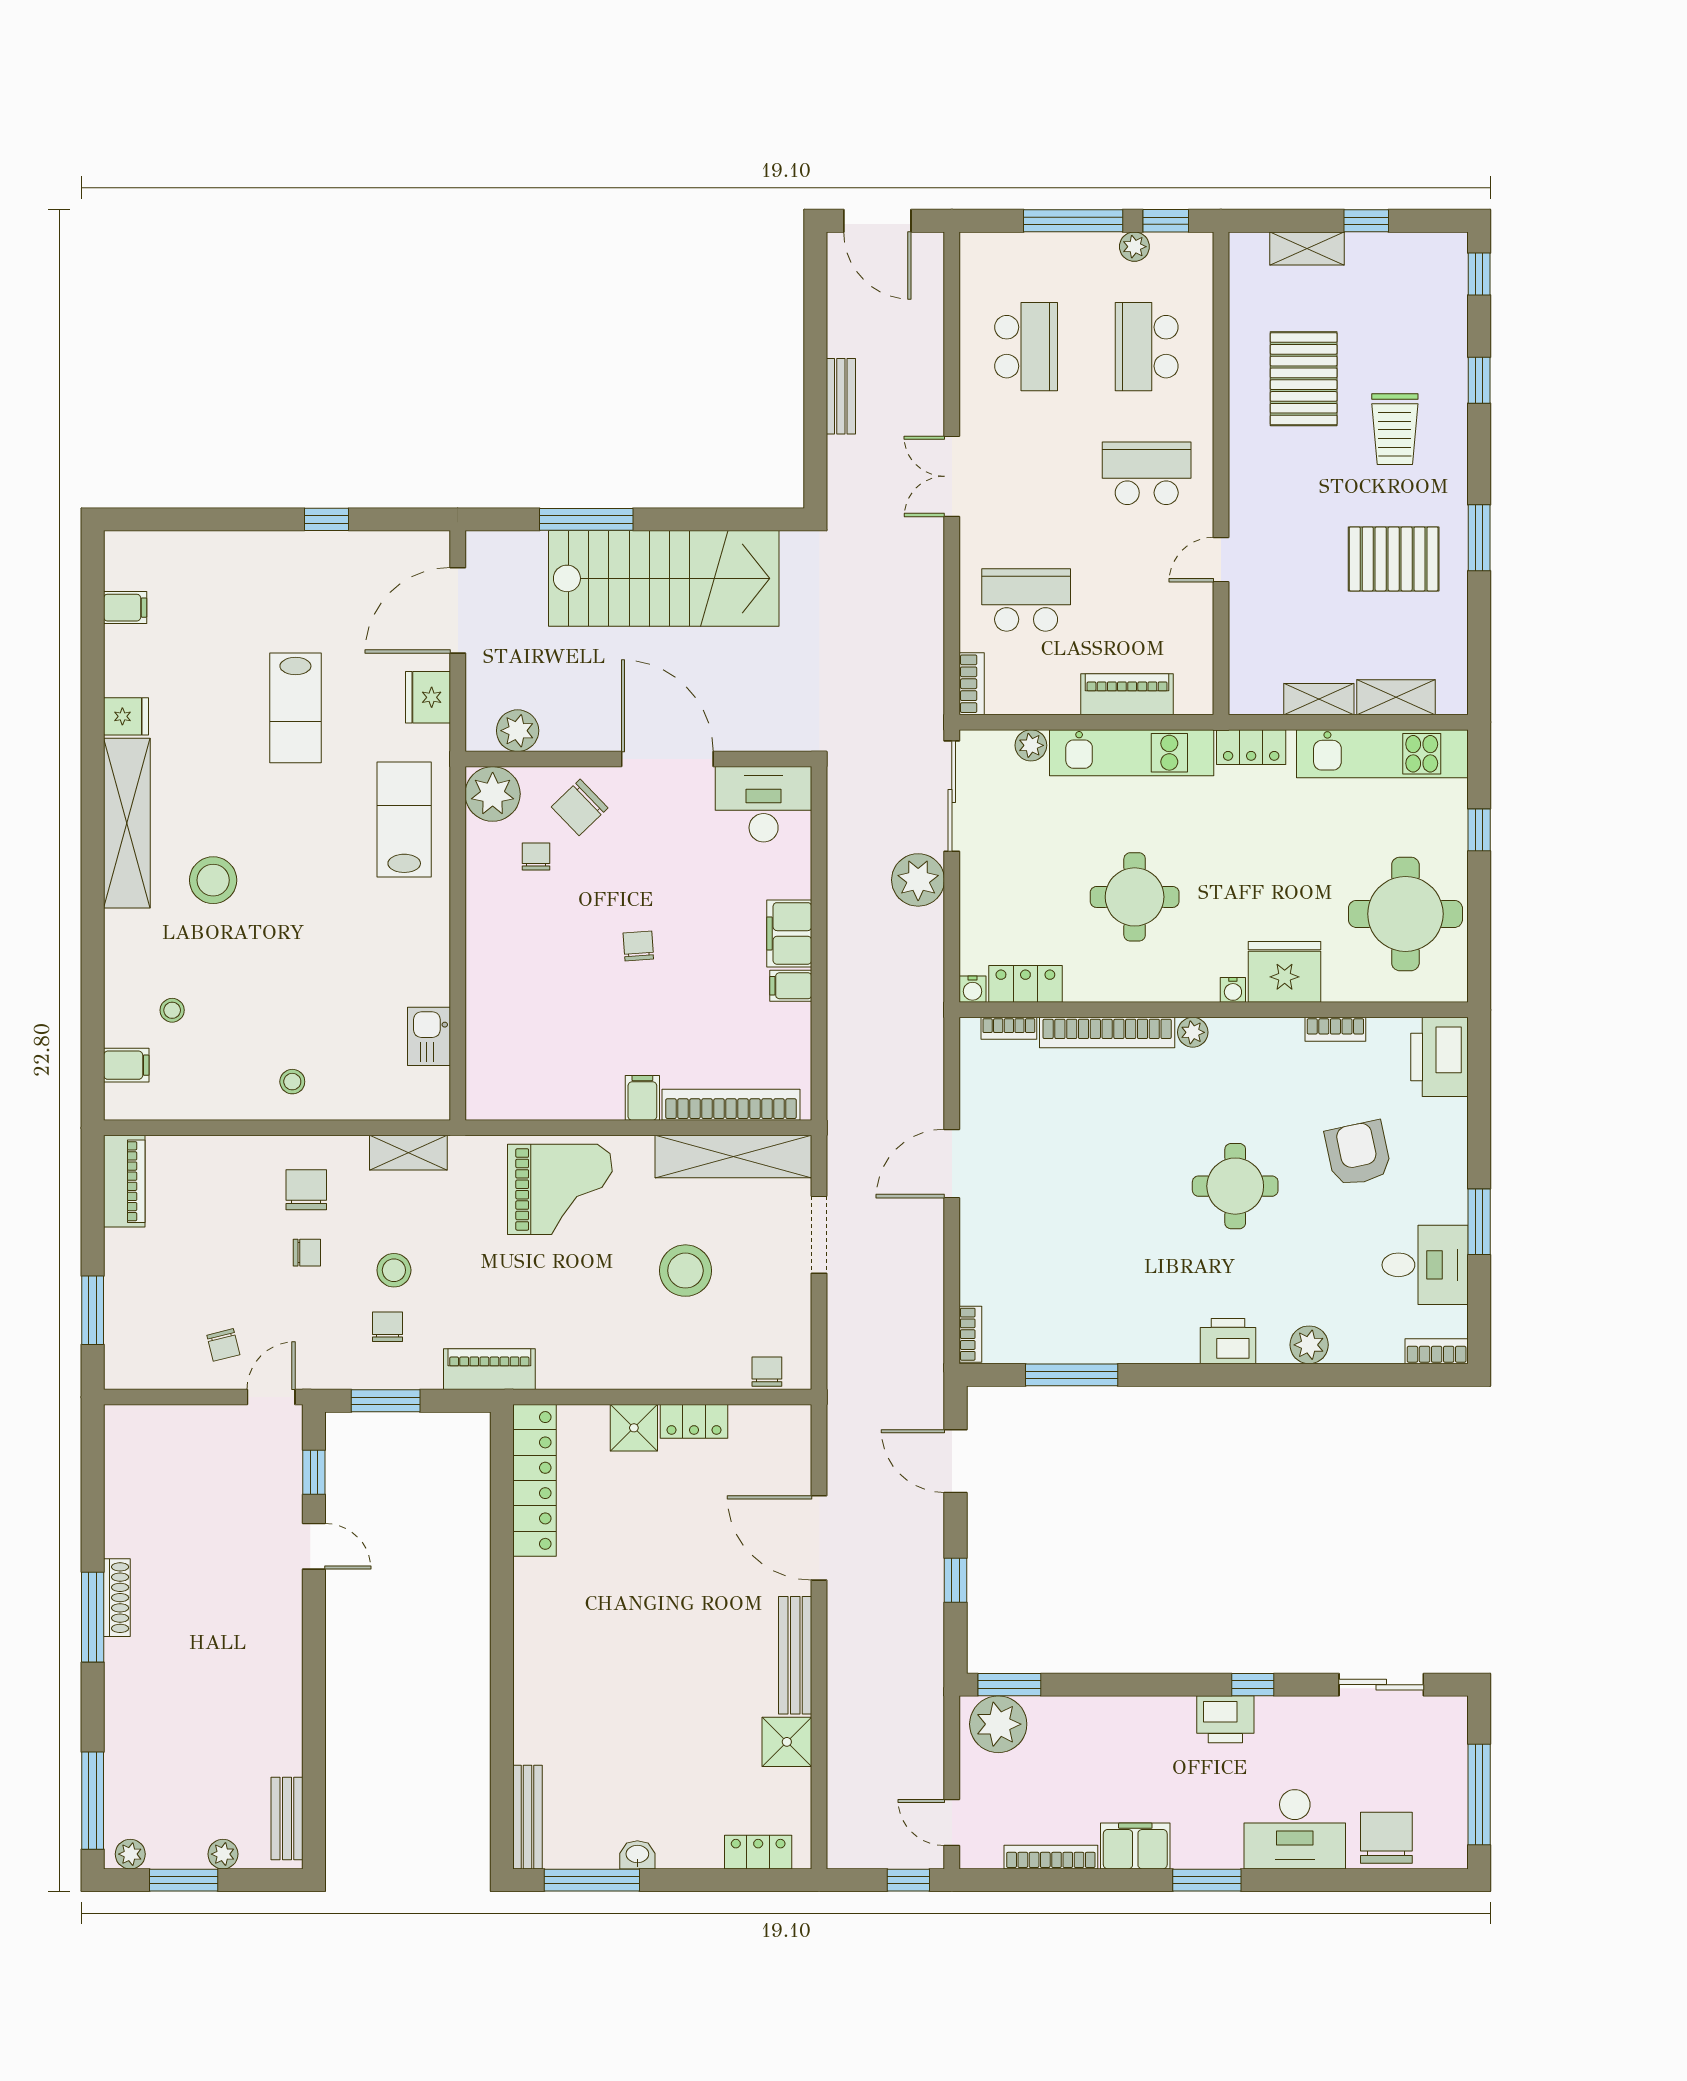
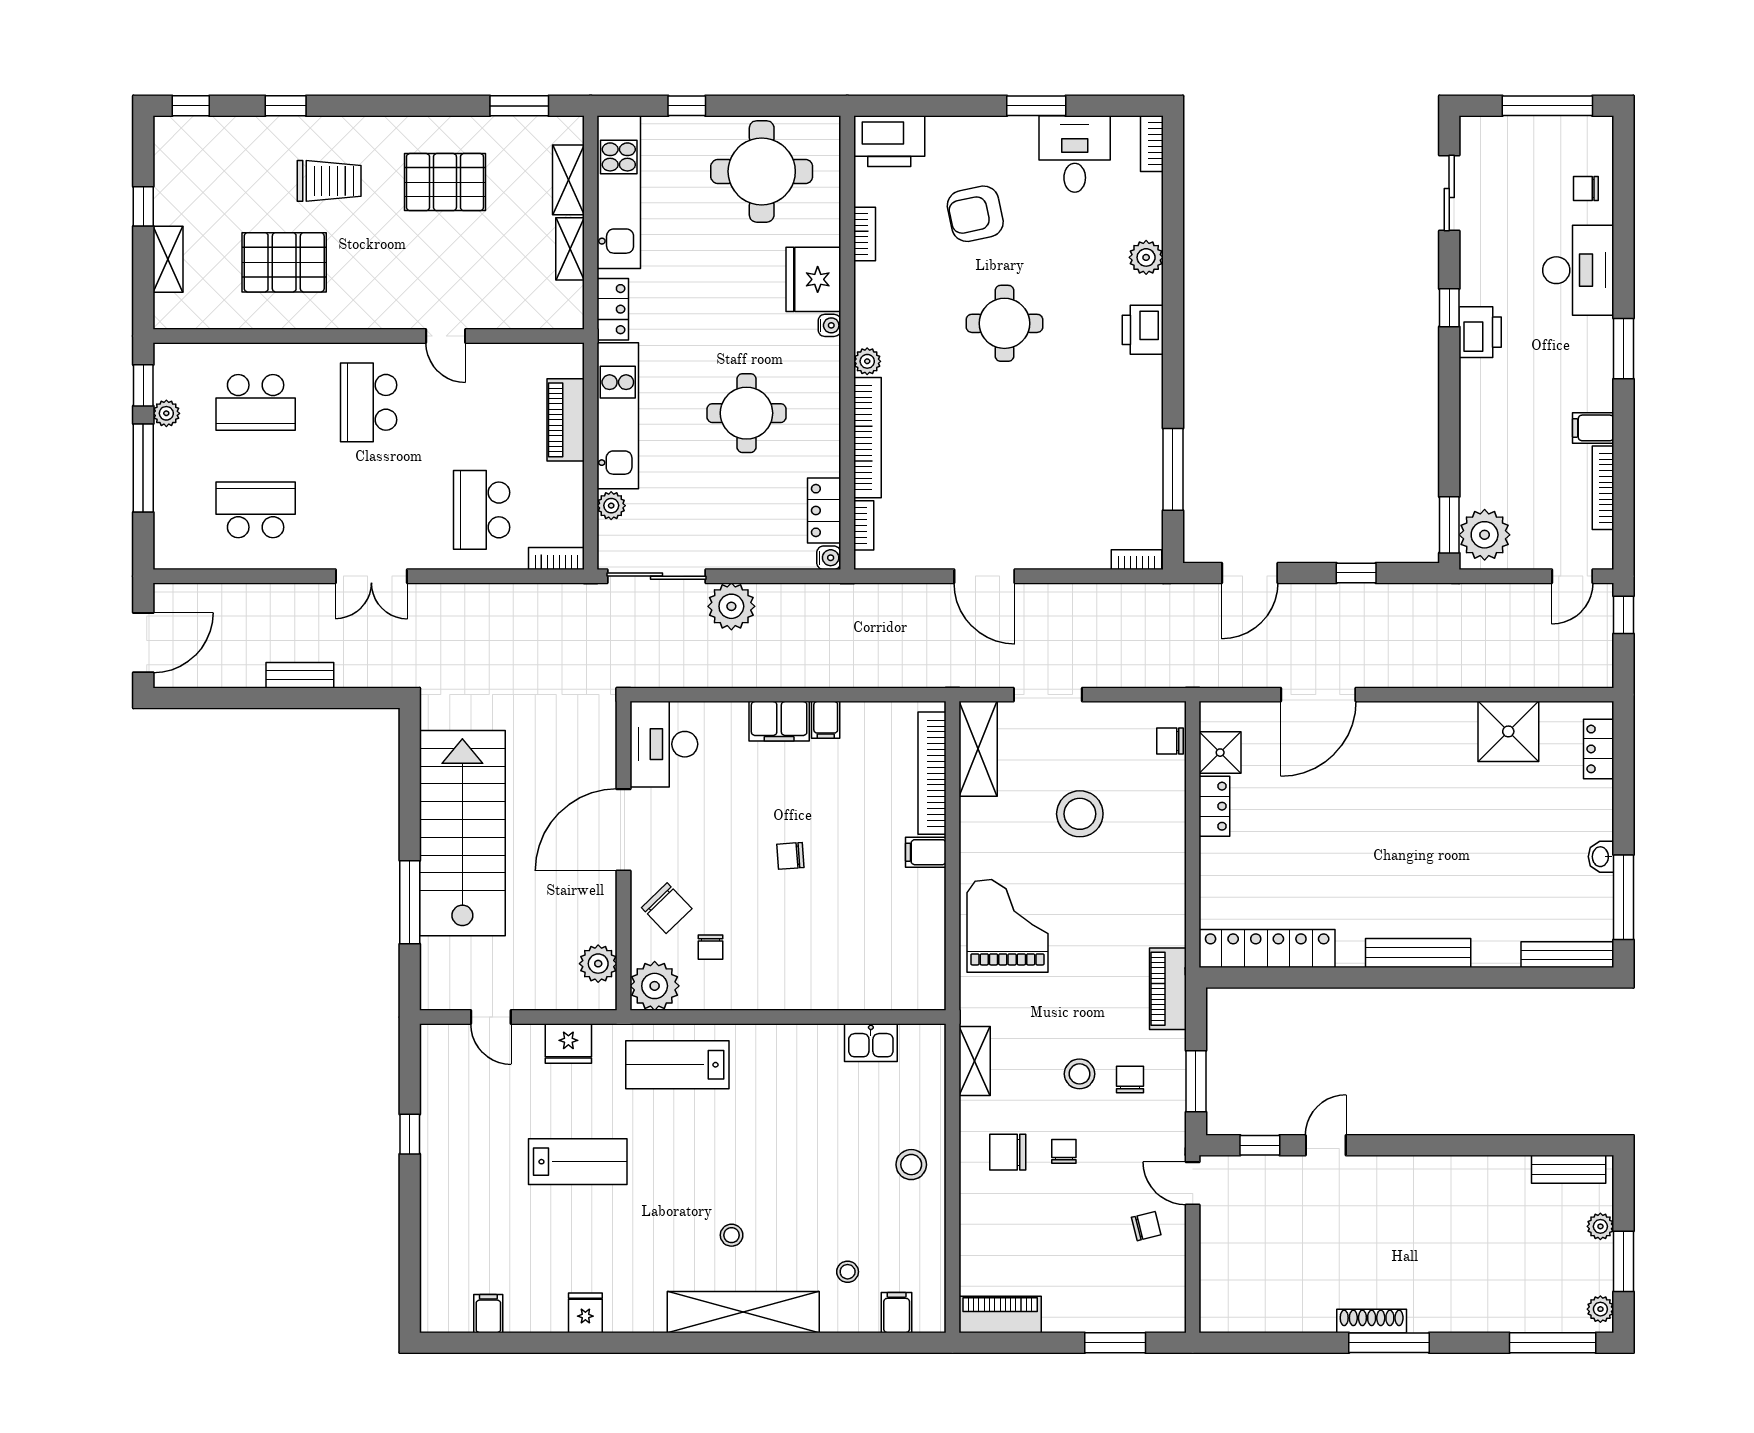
window: (1479, 538) -> (519, 106), moved
pallet: (1394, 559) -> (445, 182), turned 90
door: (458, 610) -> (491, 1017), width x0.53
shelving: (127, 823) -> (743, 1312), moved
chair: (536, 857) -> (710, 947), turned -90
stool: (213, 880) -> (732, 1235), width x0.53, depth x0.53
stool: (292, 1082) -> (911, 1165), width x1.37, depth x1.37
shelving: (733, 1157) -> (978, 749), width x0.68
chair: (388, 1327) -> (1130, 1080), turned 90
shower: (634, 1428) -> (1220, 753), moved
bench: (795, 1655) -> (1418, 953), moved
shower: (787, 1742) -> (1508, 731), width x1.36, depth x1.36
chair: (1386, 1838) -> (1586, 189), width x0.54, depth x0.54
filing cabinet: (1135, 1846) -> (1593, 428), width x0.50

